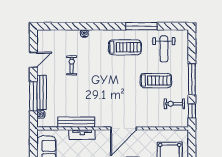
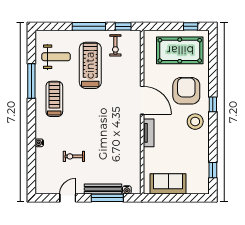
door: (33, 60) -> (68, 198), hinge flipped
treadmill: (156, 81) -> (90, 65), width x1.37, depth x1.38
bench: (76, 122) -> (135, 151), removed
tv unit: (82, 135) -> (149, 133), moved

